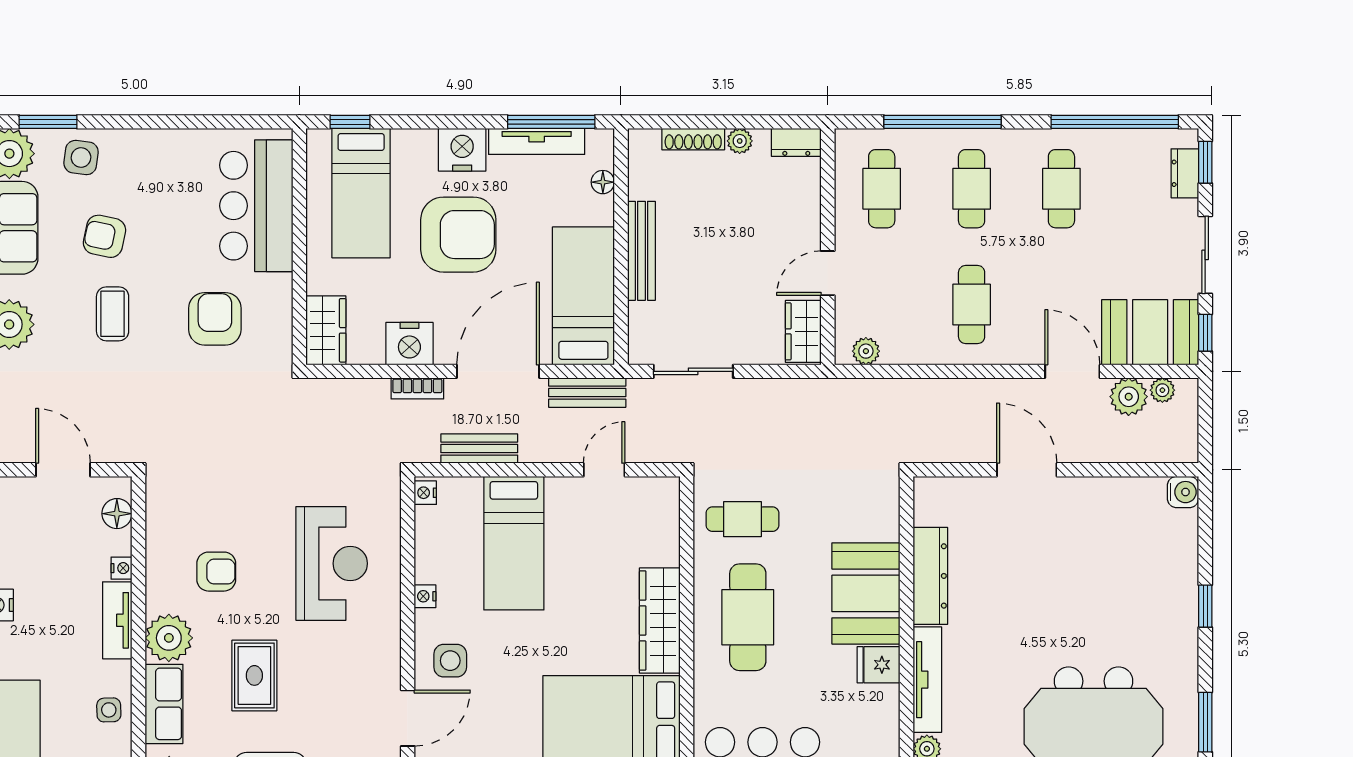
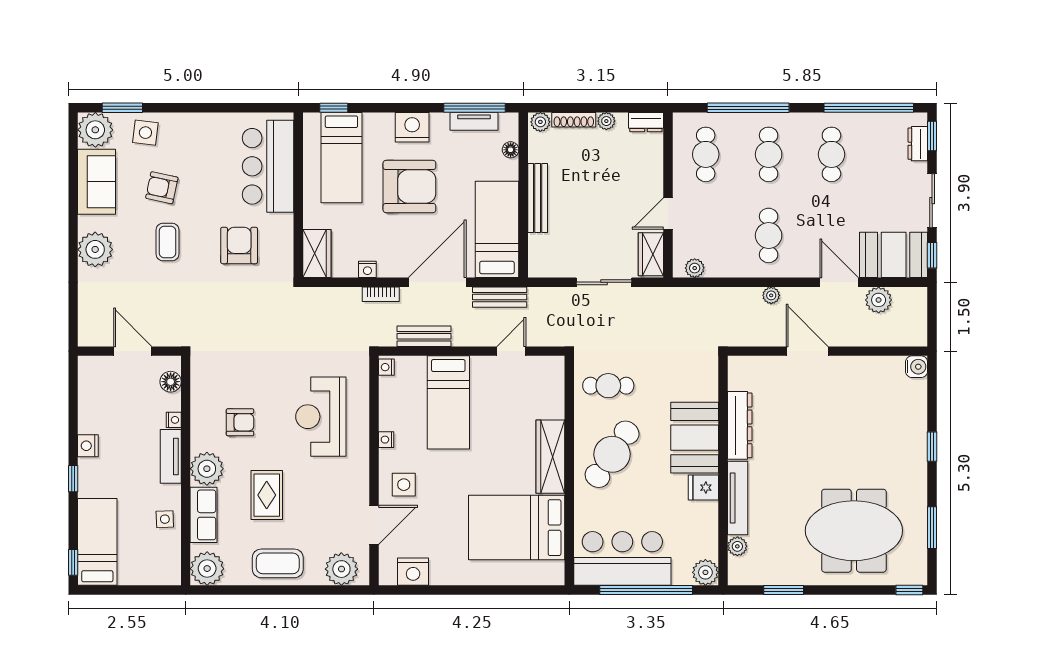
tv unit: (537, 141) -> (474, 121), width x0.71
plant: (645, 142) -> (540, 122), added
nightstand: (409, 344) -> (367, 269), width x0.53, depth x0.56
sliding door: (693, 371) -> (604, 282), moved
plant: (1162, 390) -> (771, 295), moved
reception desk: (332, 563) -> (321, 417), turned 180
cafe table: (748, 617) -> (612, 454), turned 34

